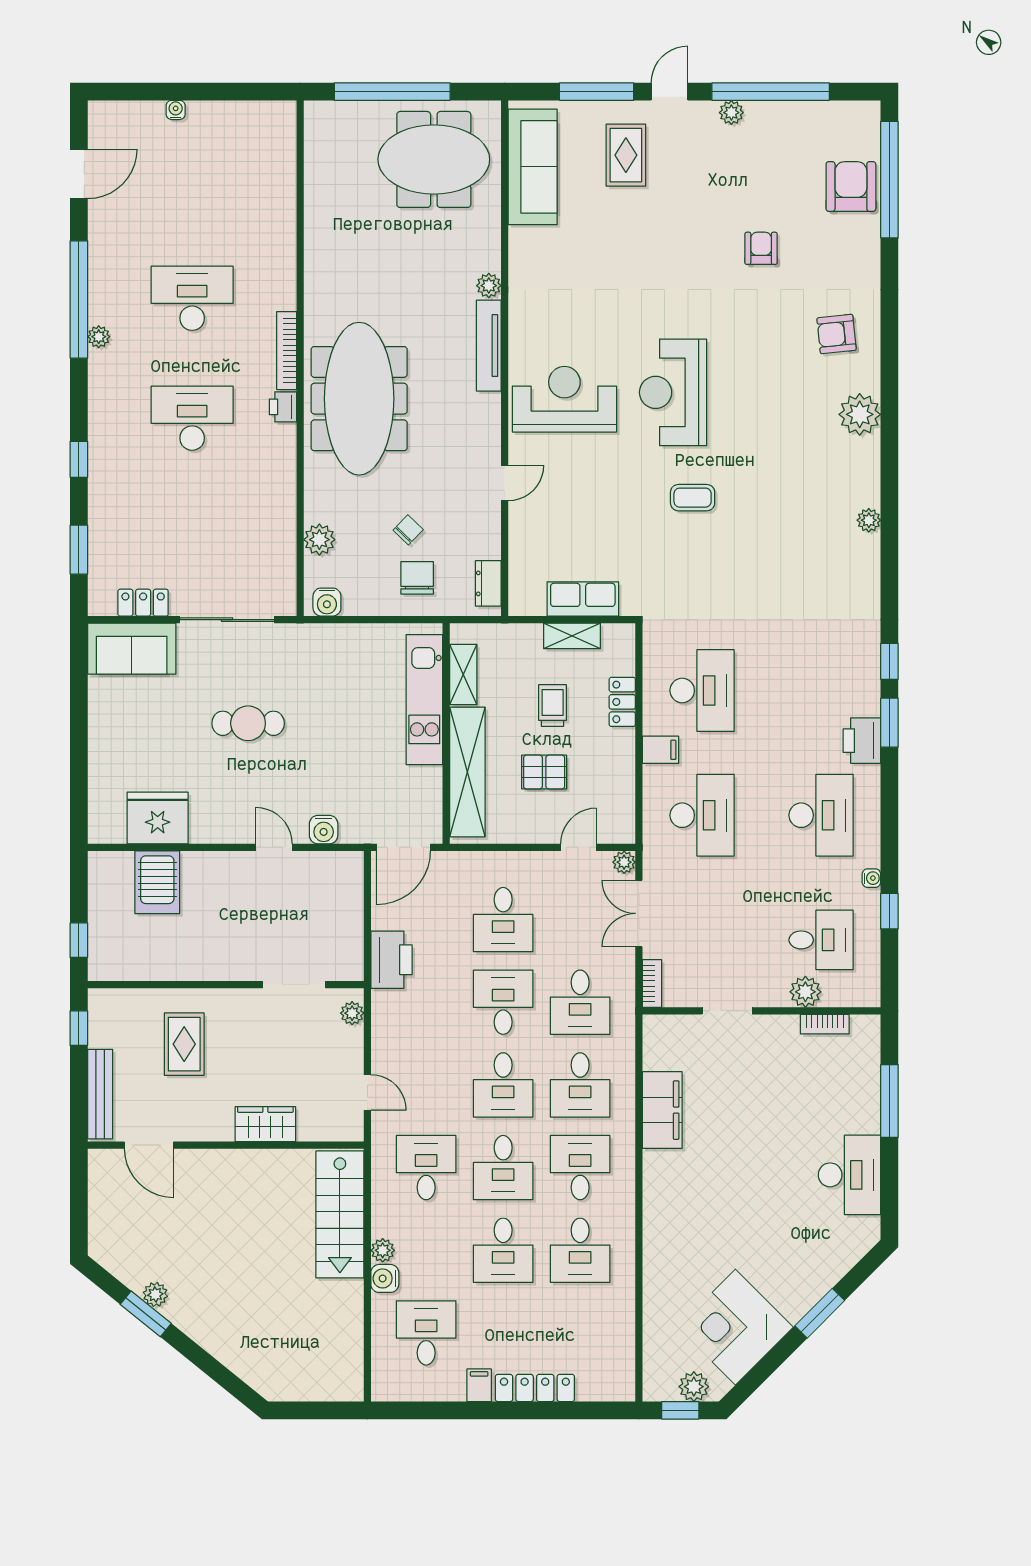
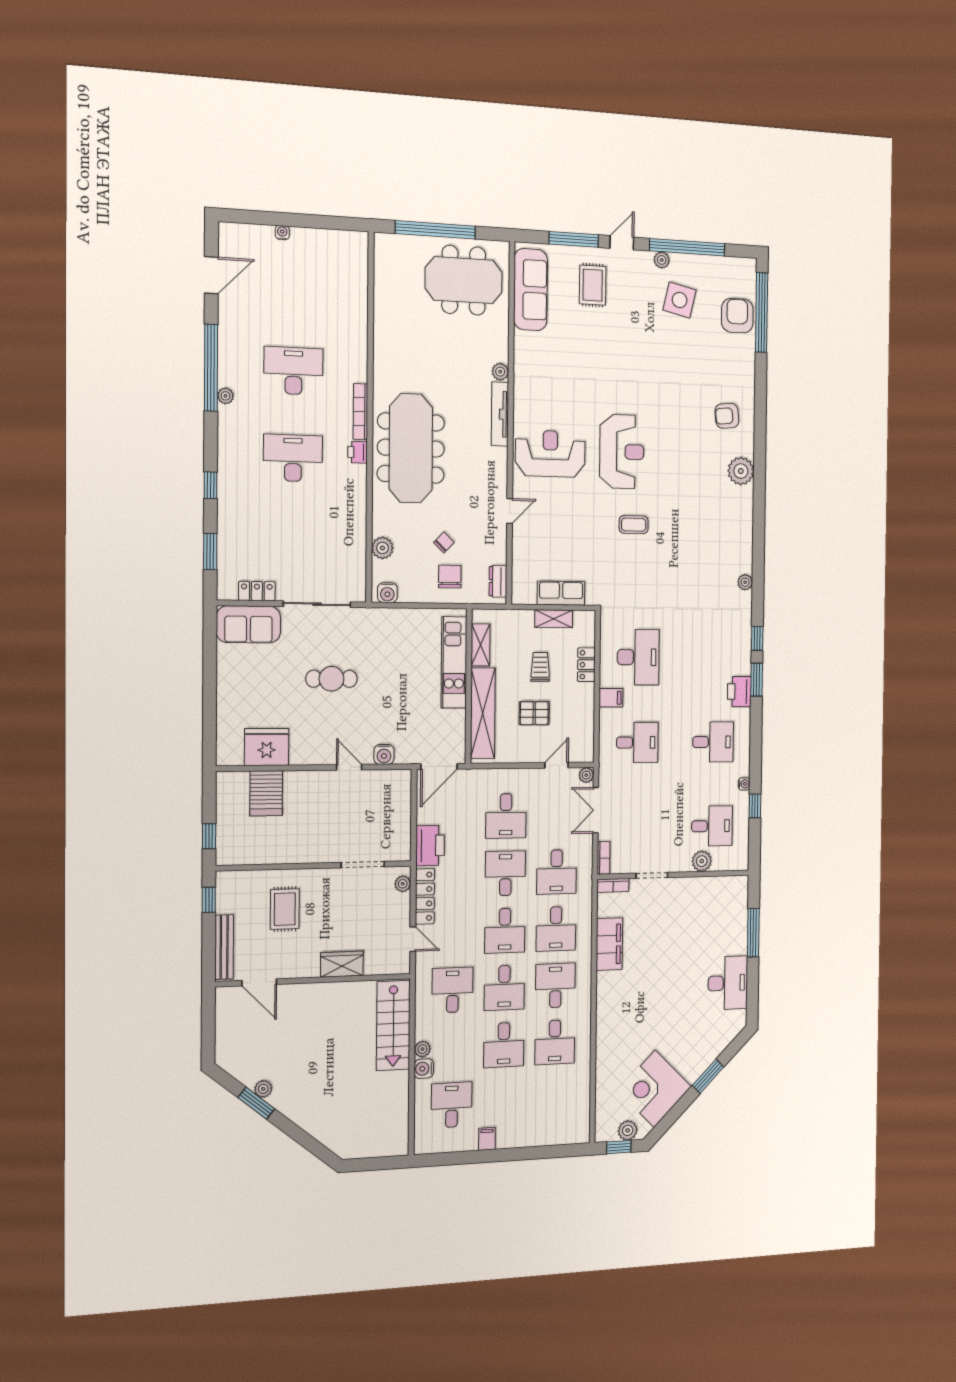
side table: (760, 169) -> (680, 300), added
armchair: (761, 248) -> (680, 355), removed
reception desk: (673, 392) -> (622, 452), turned 180
plant: (869, 520) -> (745, 582), moved
desk: (702, 815) -> (637, 742), width x0.73
desk: (821, 815) -> (713, 742), width x0.73
bookcase: (825, 1024) -> (613, 885), moved
locker: (535, 1388) -> (425, 896), moved, turned 90

